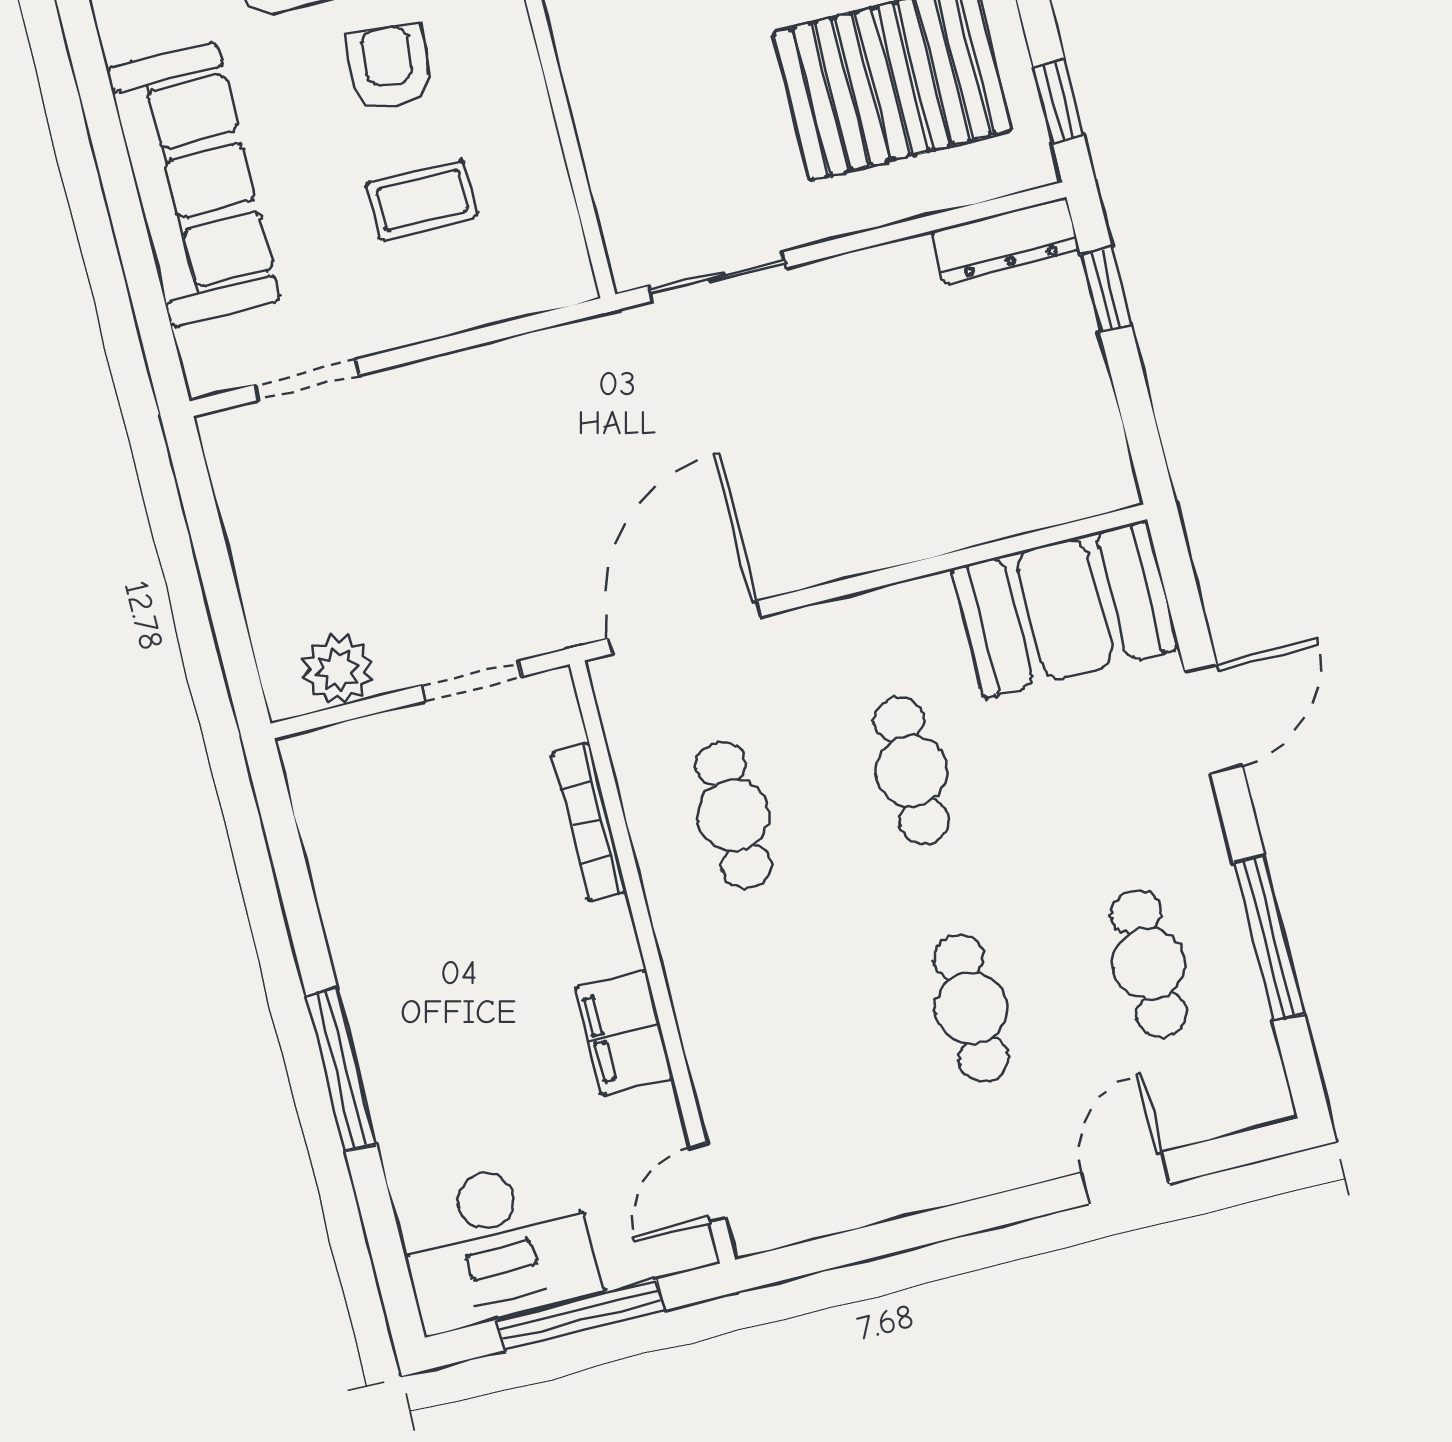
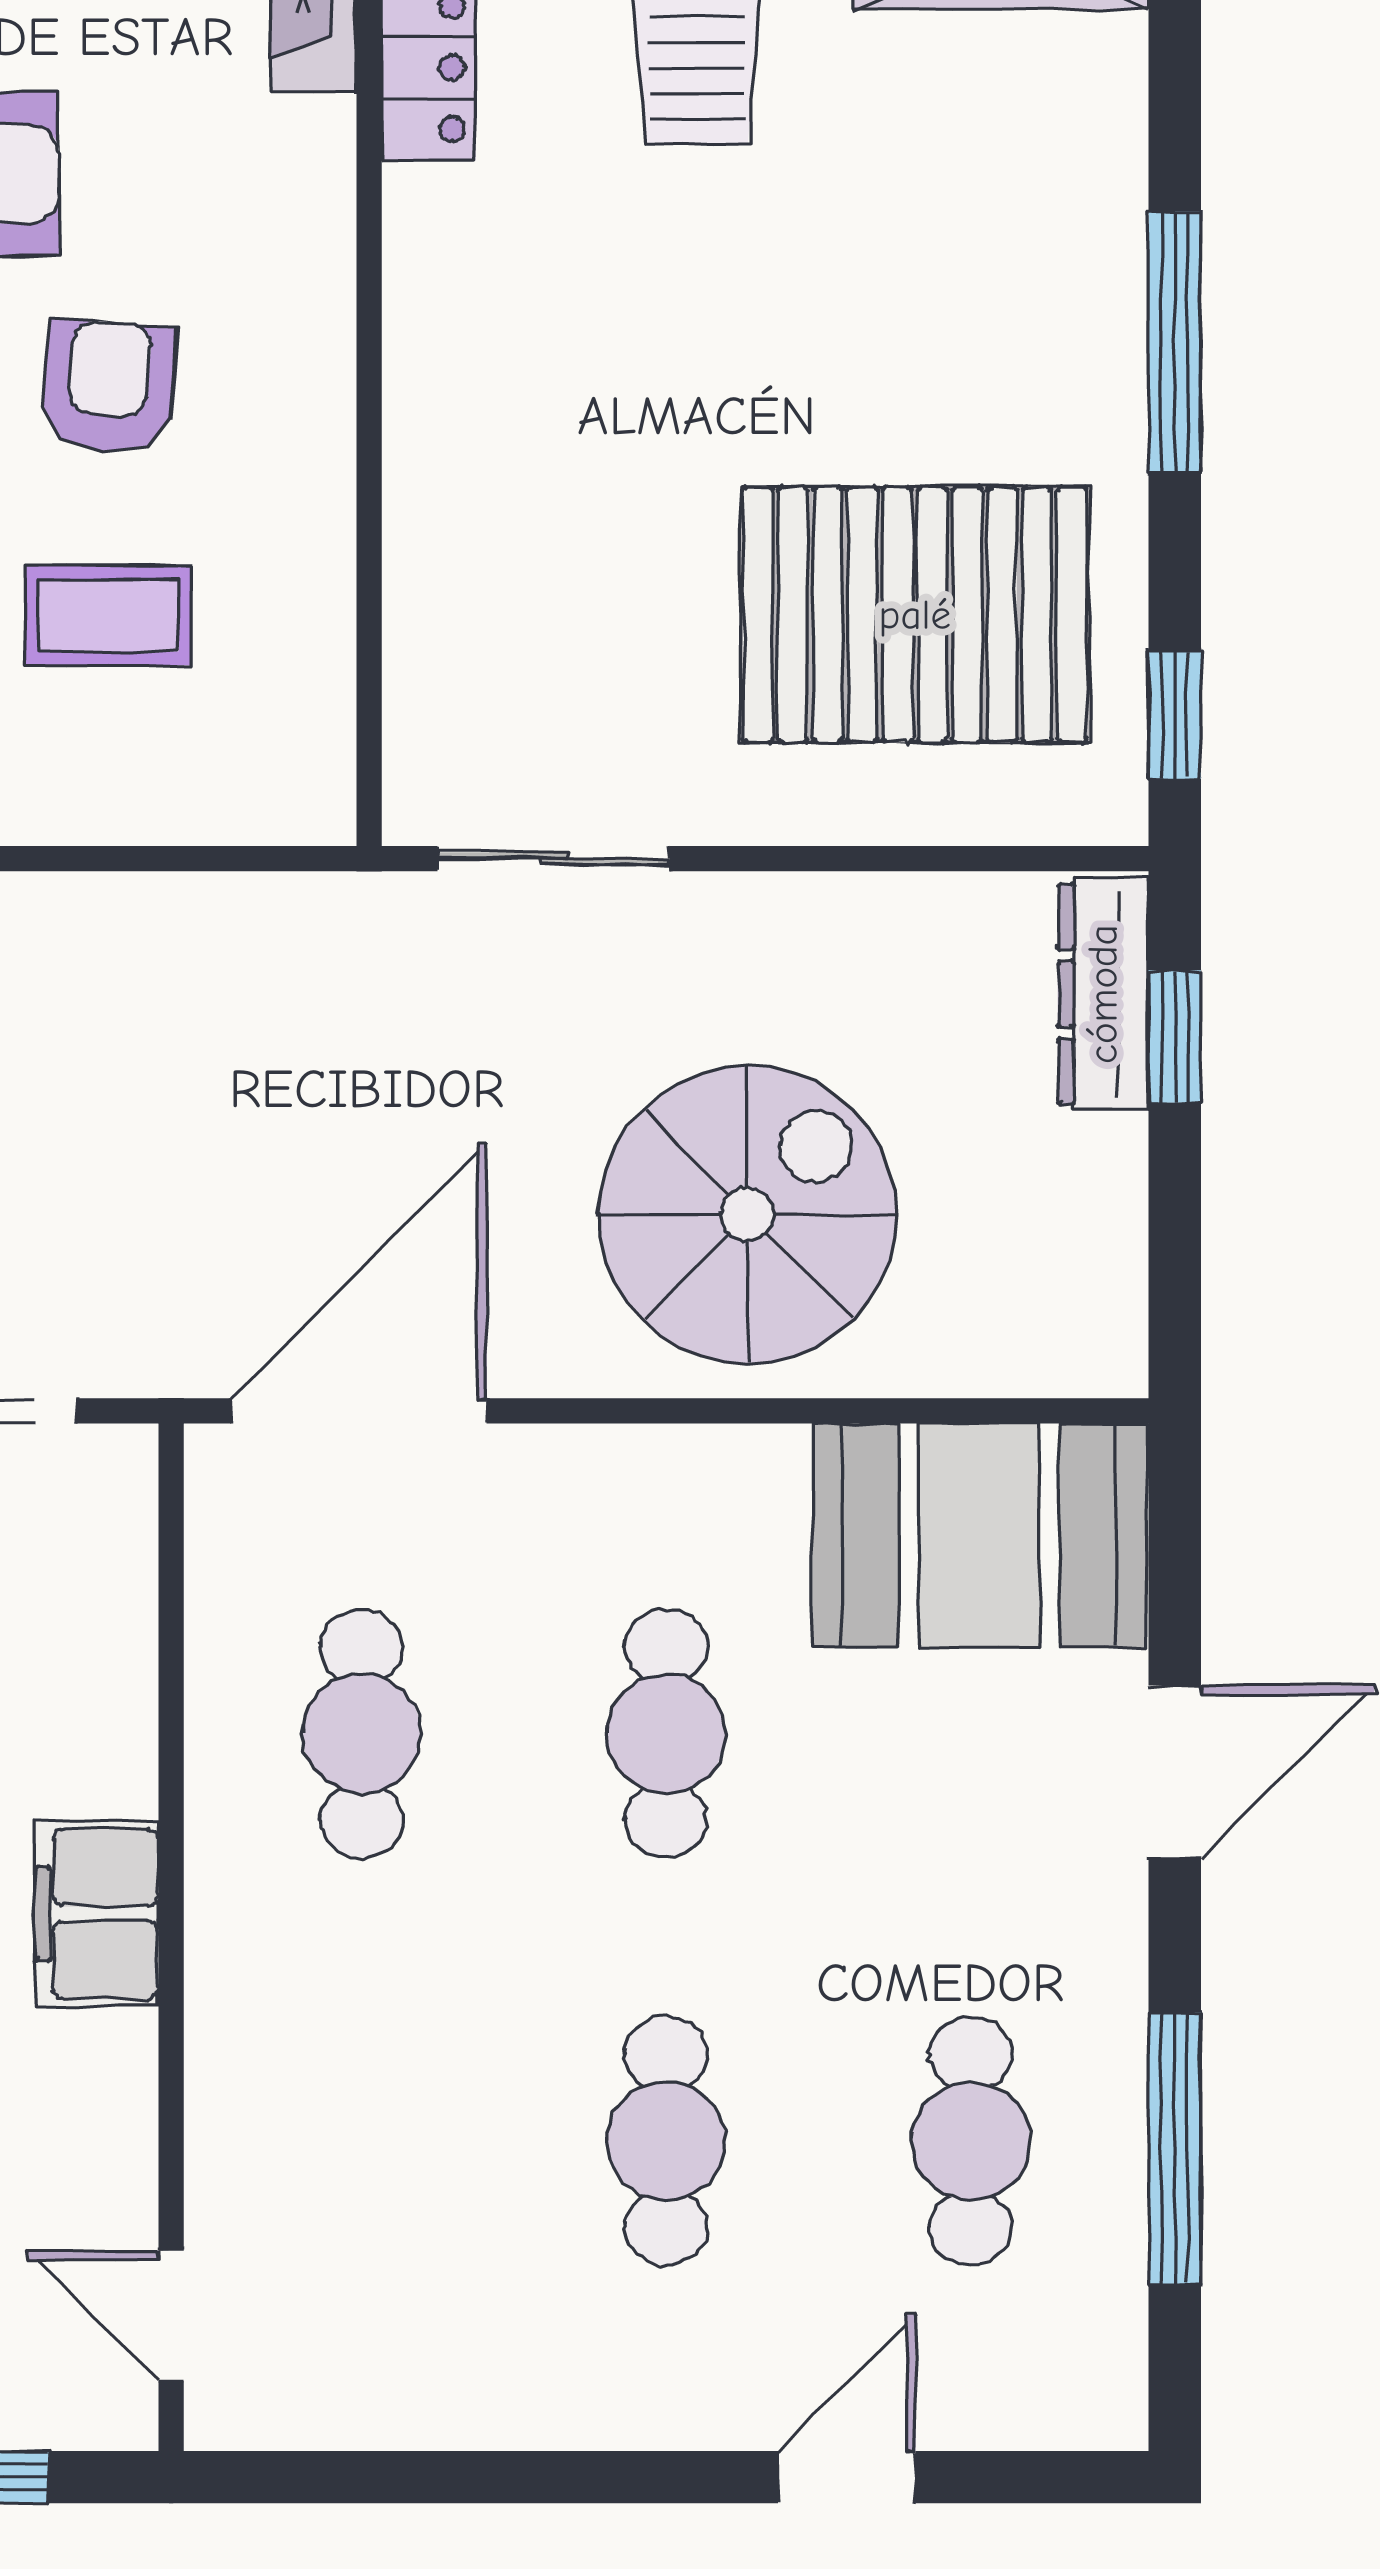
dresser: (1005, 240) -> (1103, 994), moved, turned 90
spiral stairs: (883, 456) -> (748, 1215), added
bookcase: (589, 822) -> (126, 1685), removed
filing cabinet: (624, 1033) -> (97, 1914), moved
door: (708, 1183) -> (171, 2316), hinge flipped

